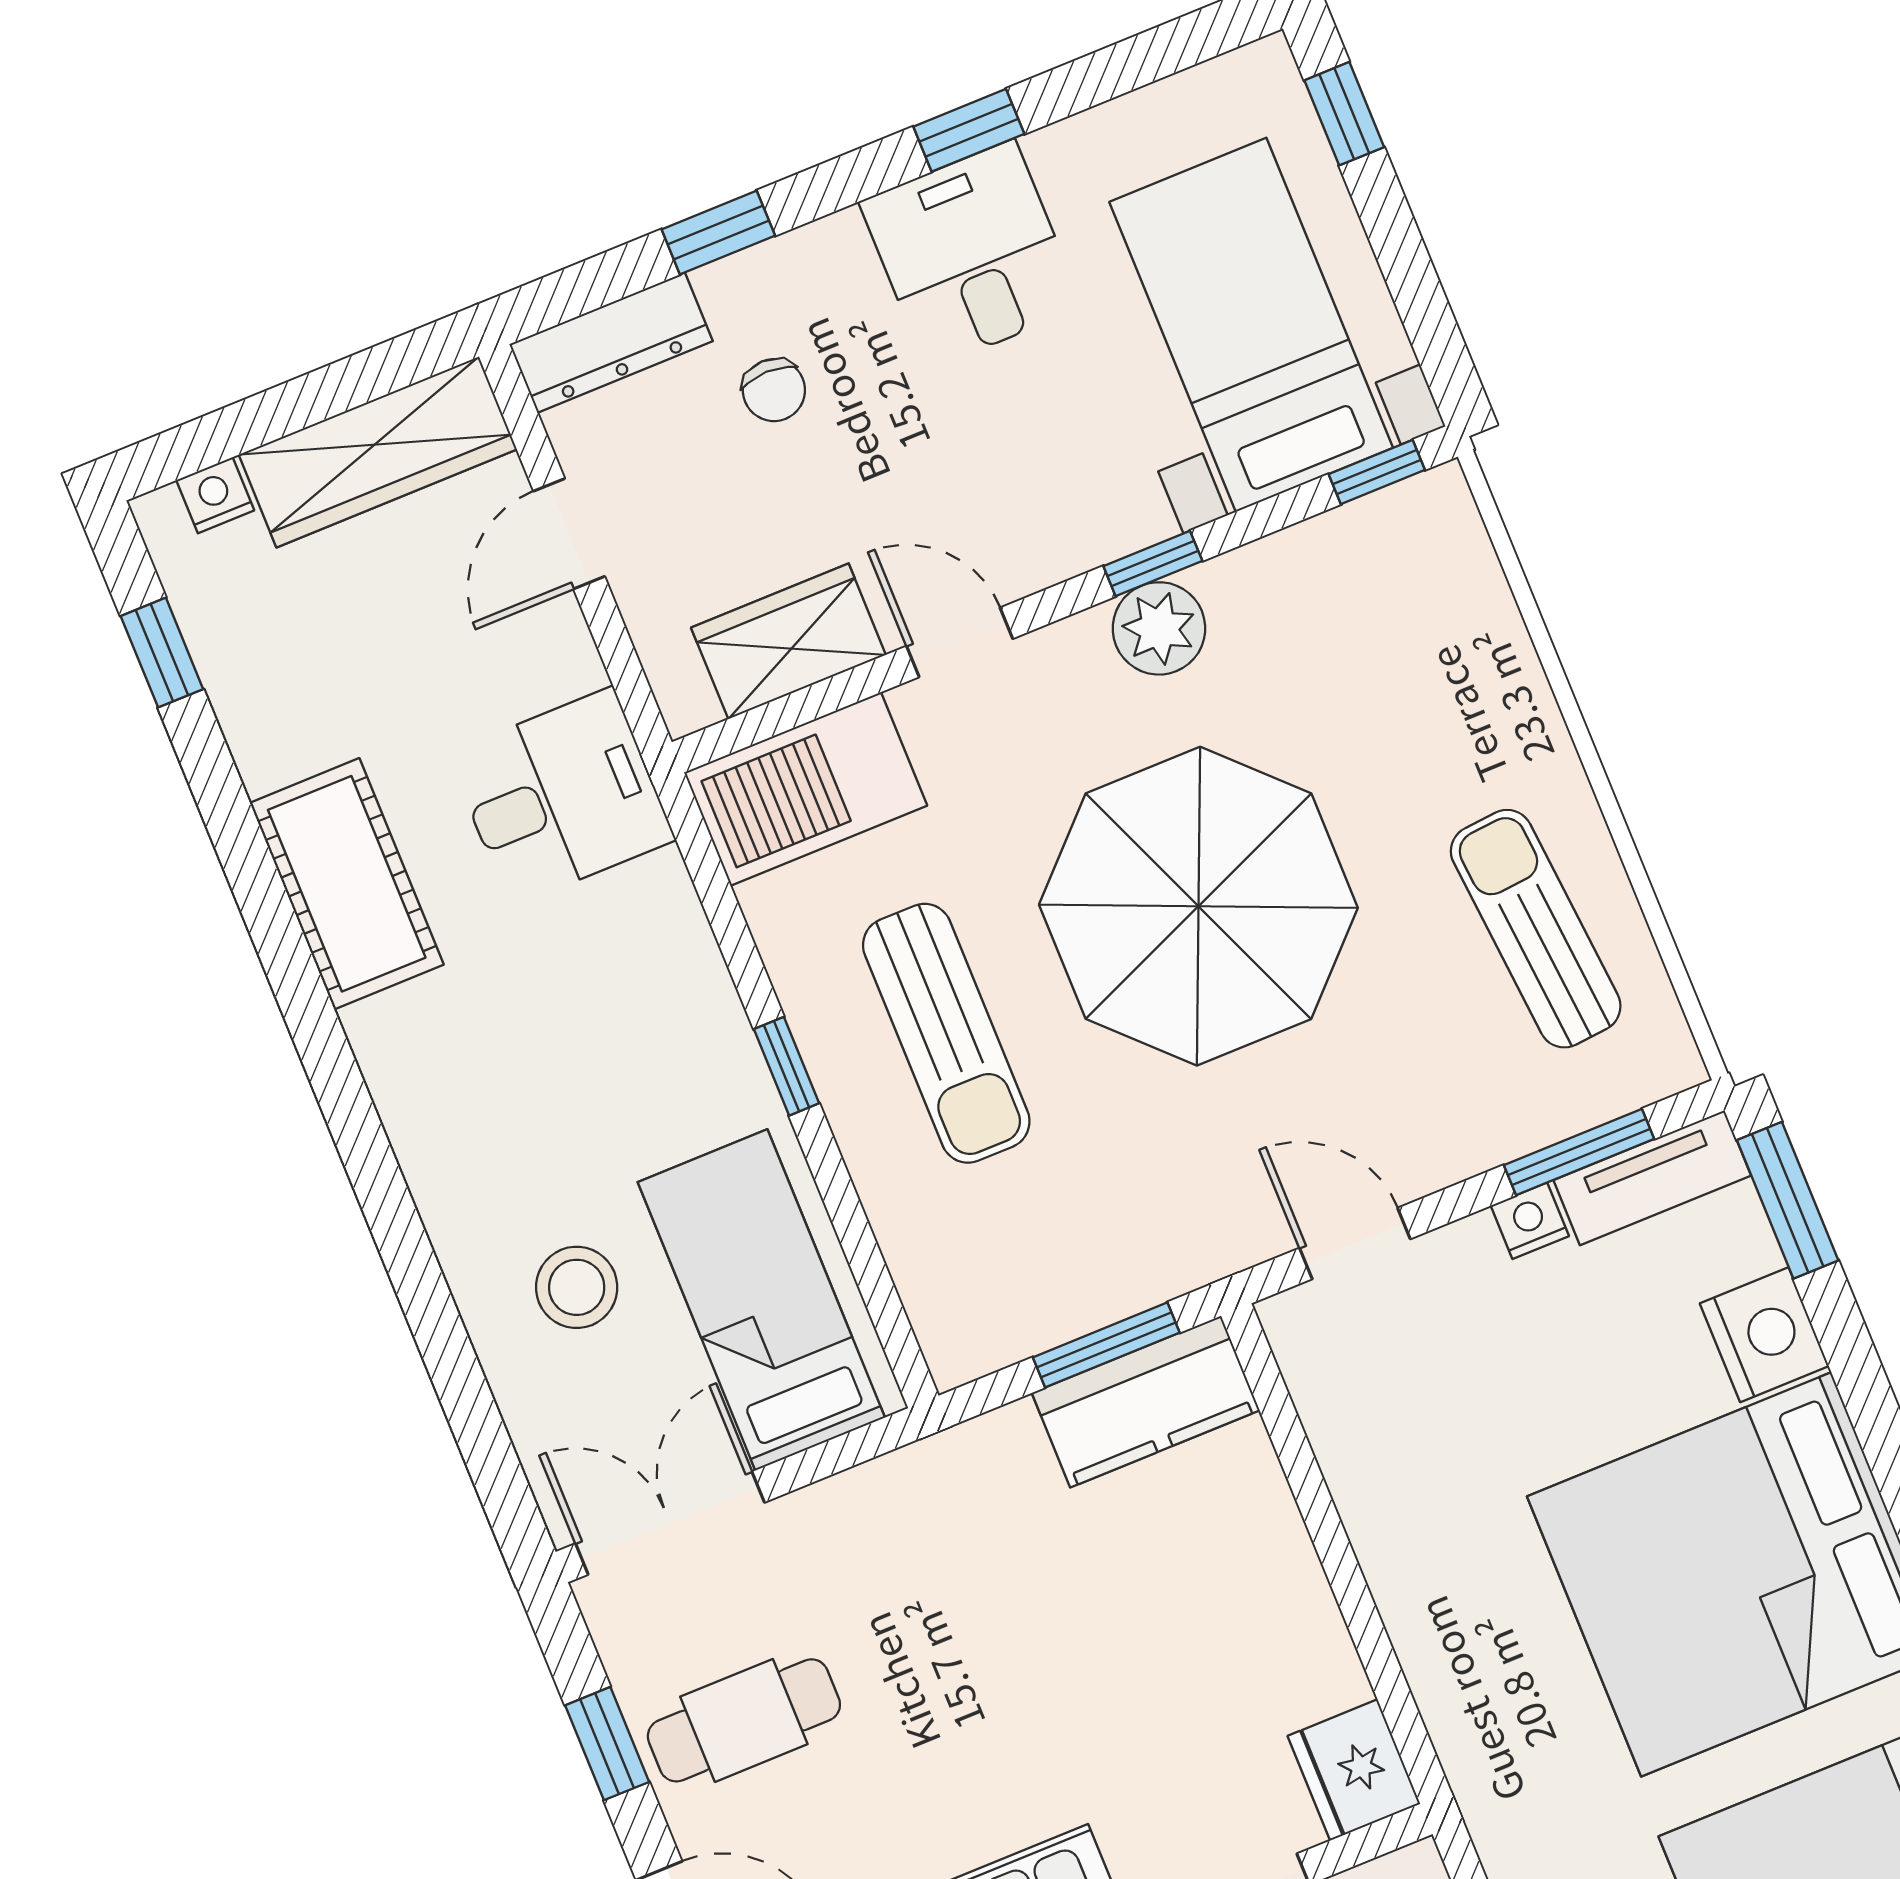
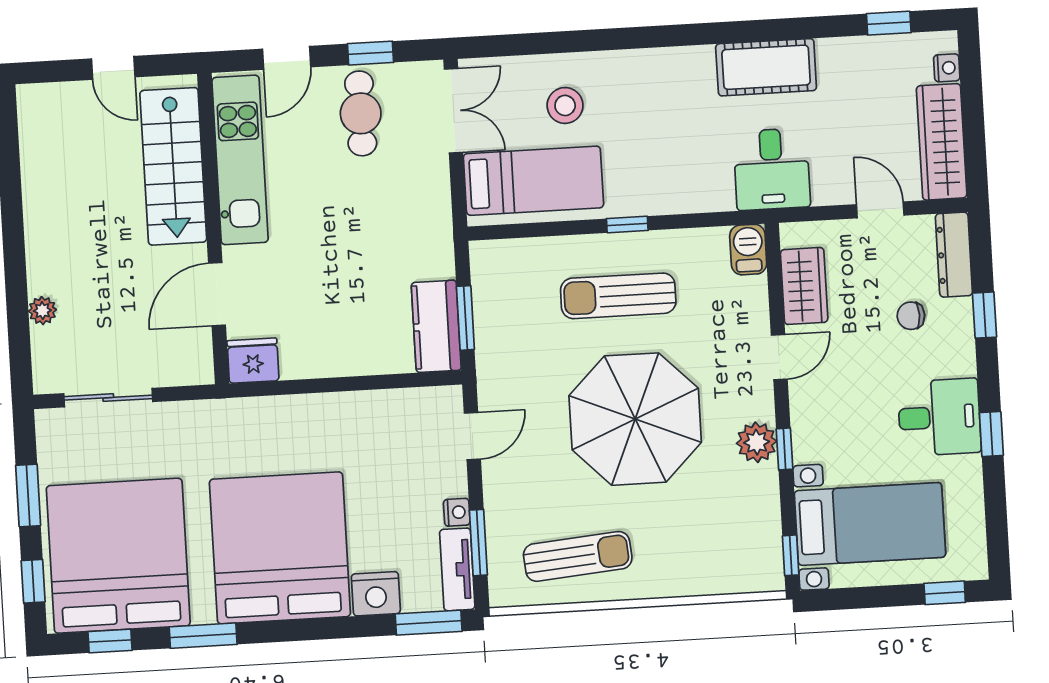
barbecue: (806, 789) -> (748, 250), width x0.53, depth x0.65

